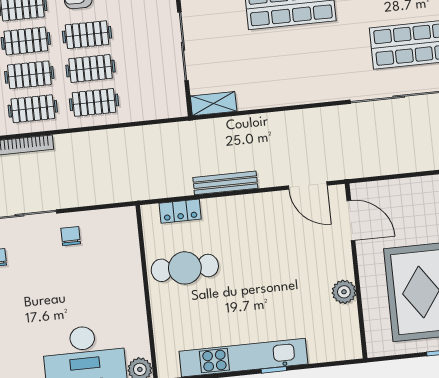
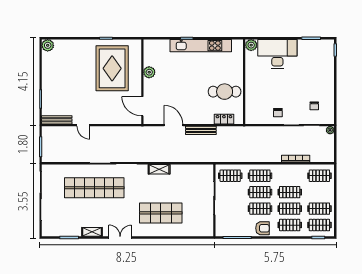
shelving: (214, 104) -> (159, 169), moved
clothes rail: (33, 109) -> (230, 176), moved
door: (308, 186) -> (173, 125), moved

